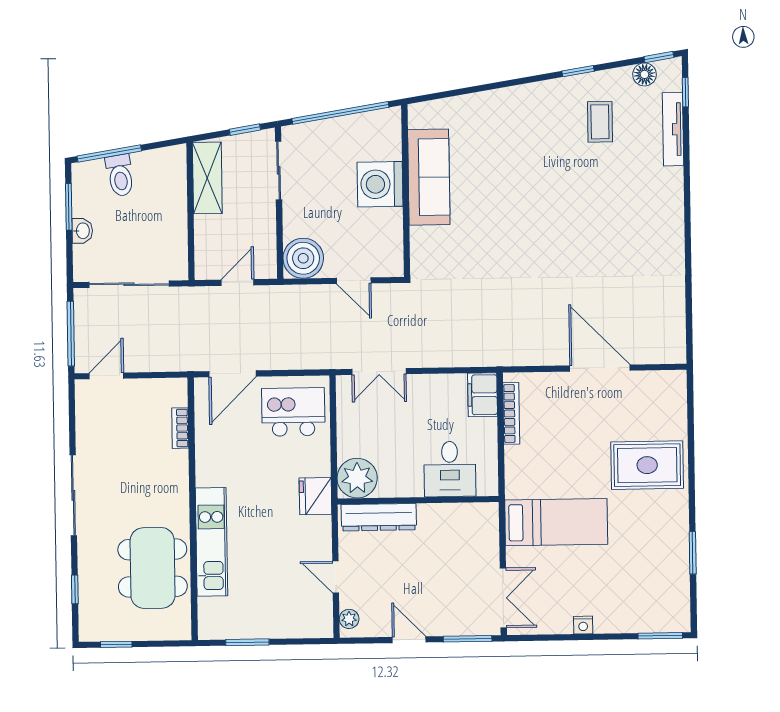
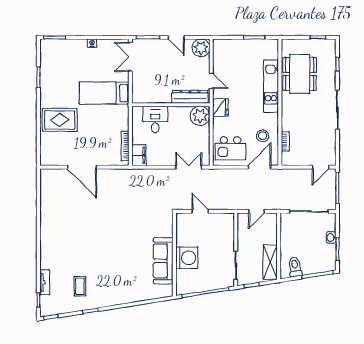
floor lamp: (644, 74) -> (58, 309), removed
tv unit: (673, 129) -> (45, 282), width x0.71
toilet: (120, 175) -> (295, 267), moved
boiler: (303, 258) -> (225, 223), removed
stool: (227, 439) -> (263, 136), added
door: (336, 577) -> (211, 81), moved
plant: (349, 619) -> (201, 48), width x1.88, depth x1.88

